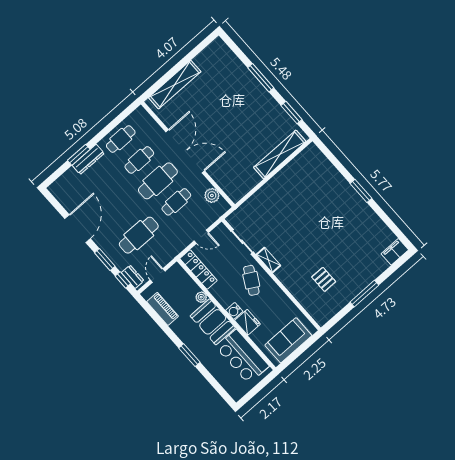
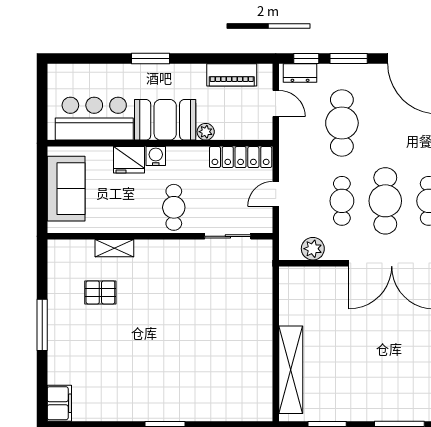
shelving: (268, 260) -> (114, 248), moved
cafe table: (251, 280) -> (174, 207), turned 61

